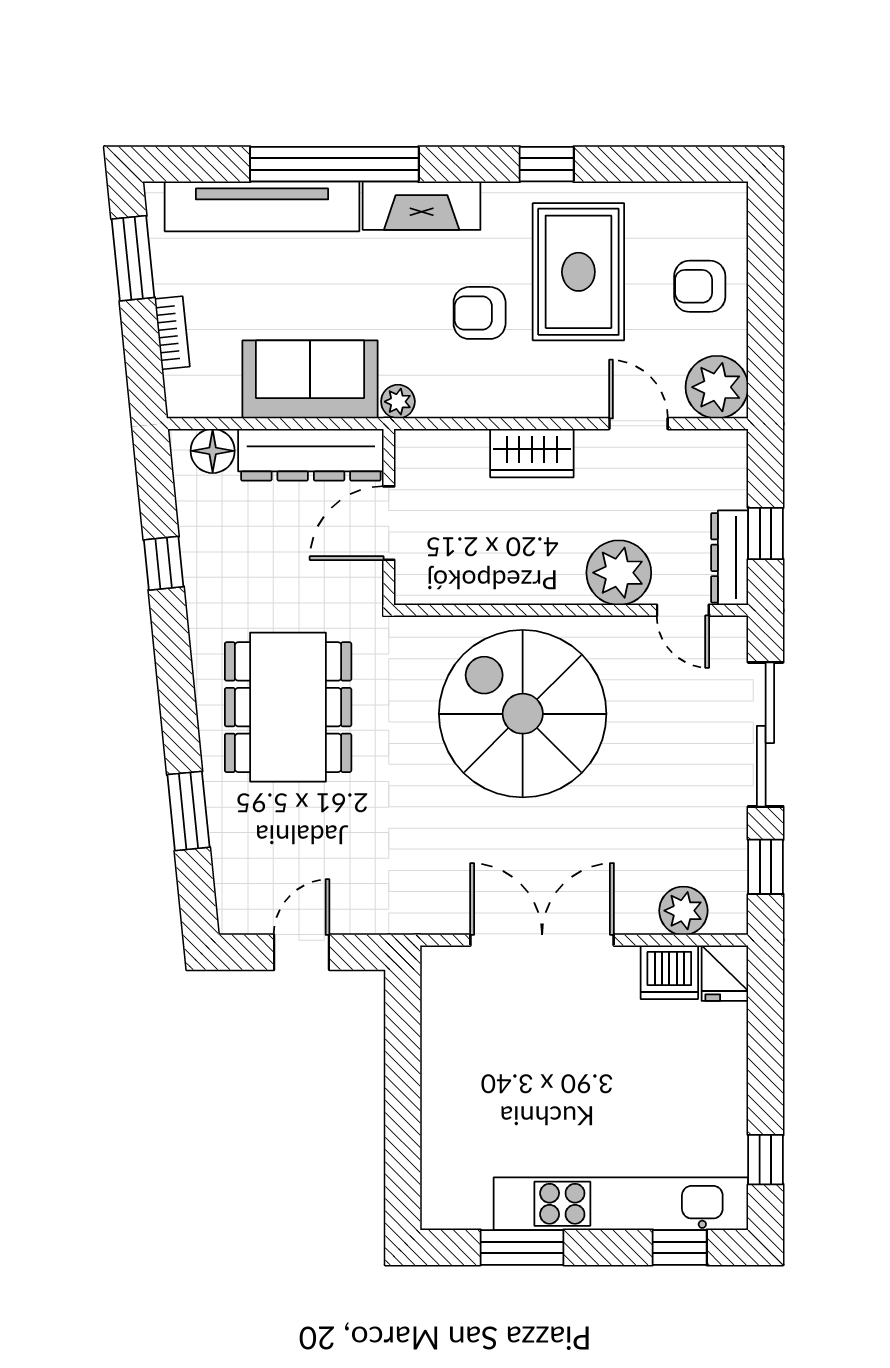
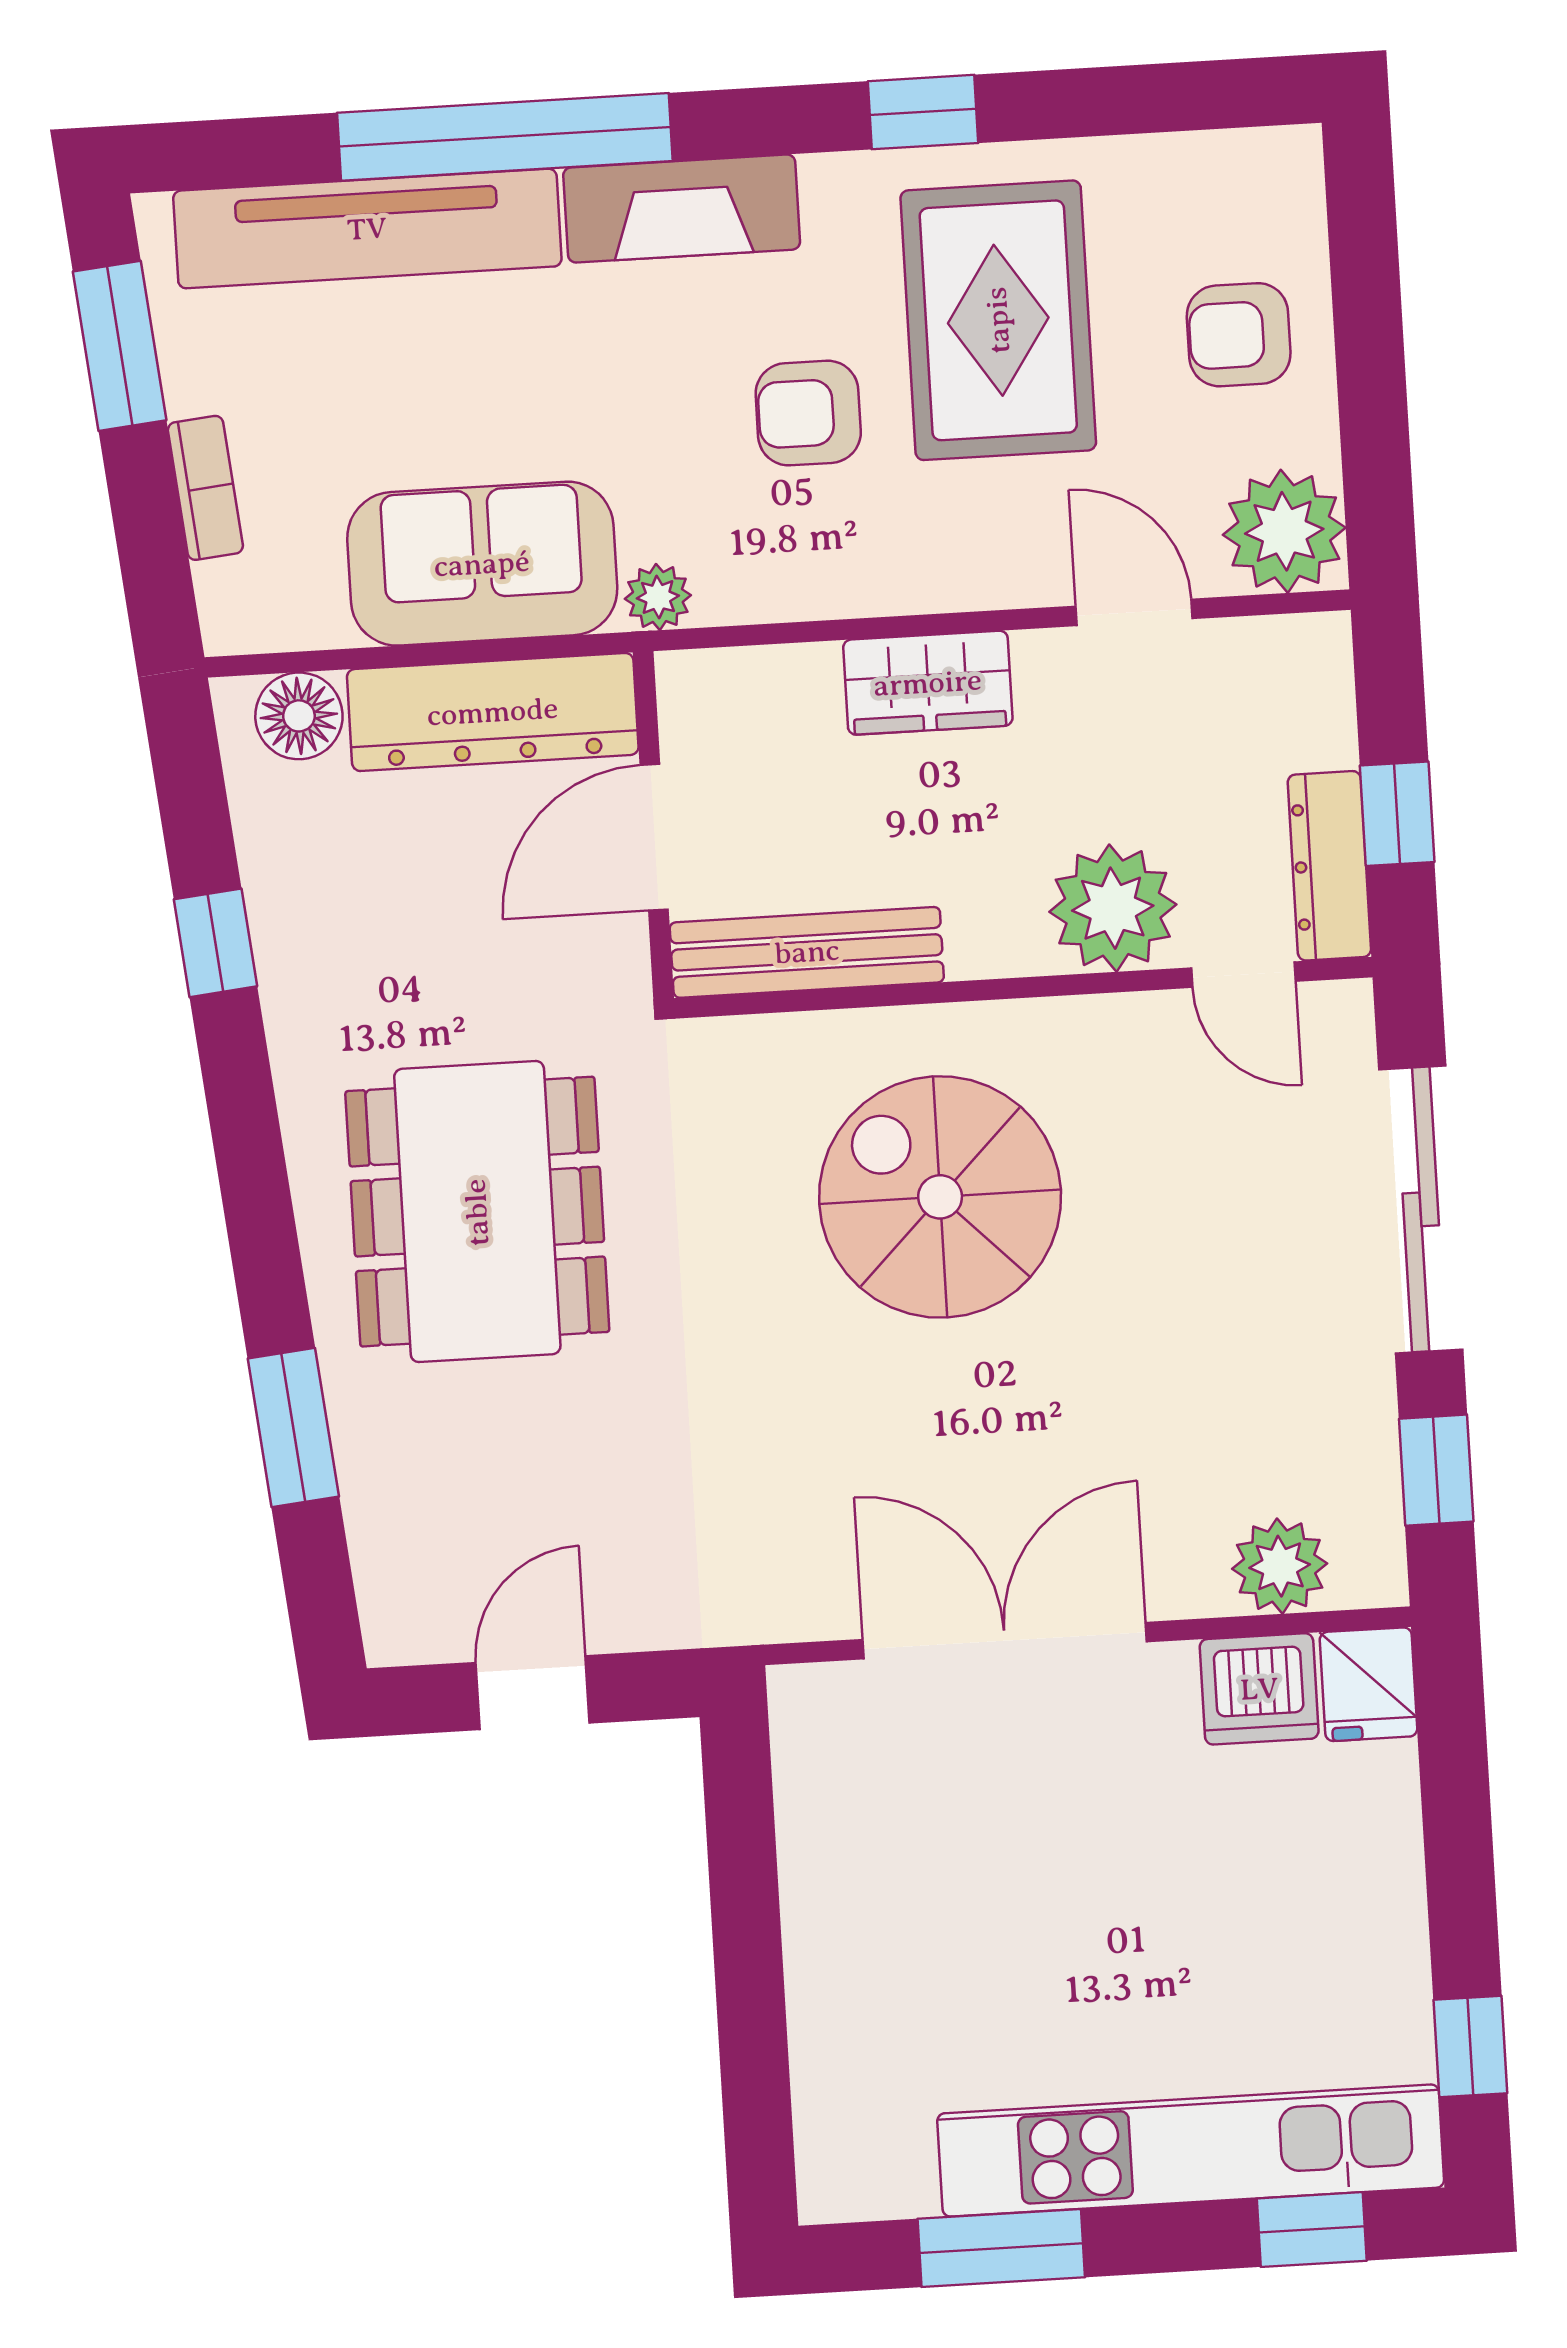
bench: (463, 586) -> (807, 952), added
spiral stairs: (523, 714) -> (940, 1197), width x0.73, depth x0.73

